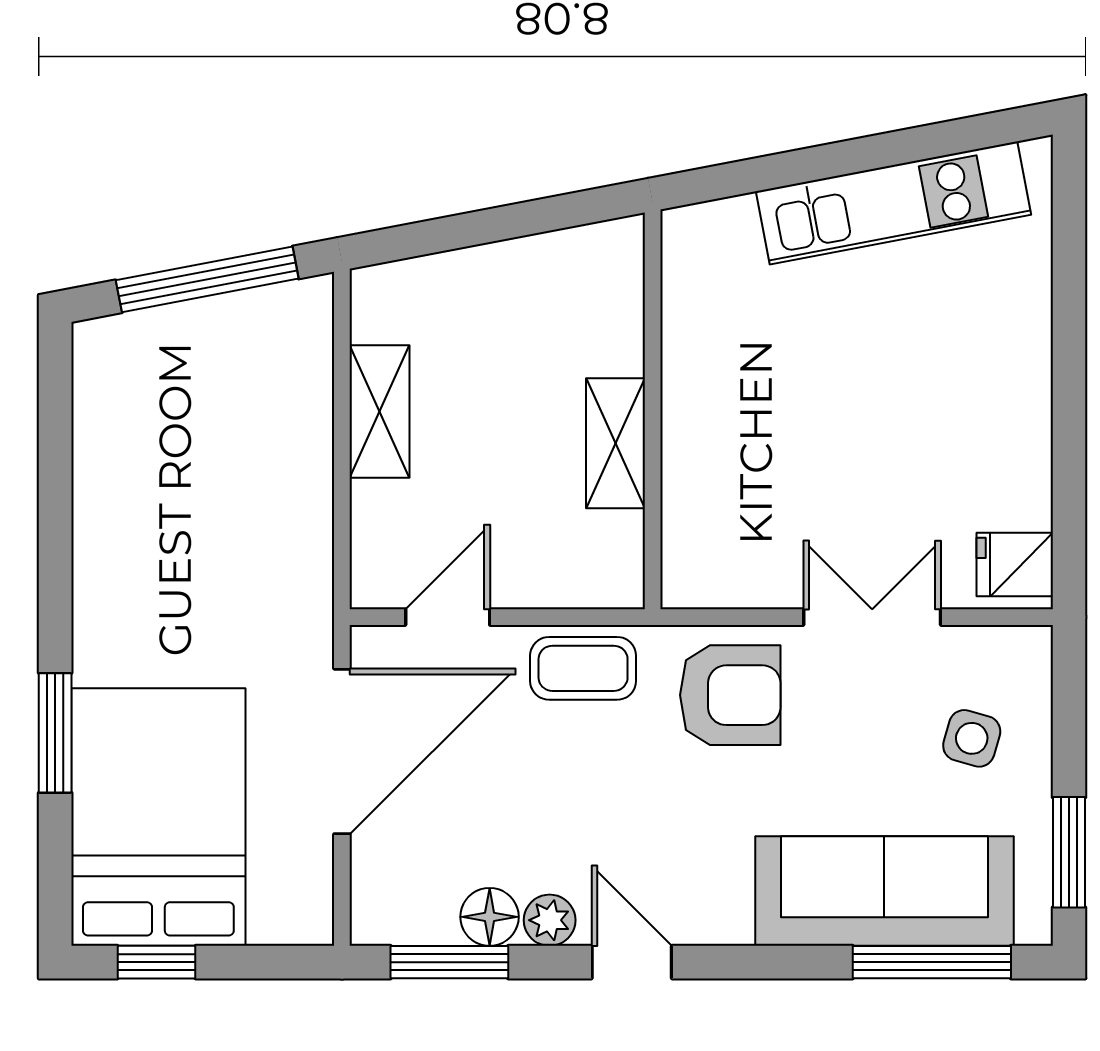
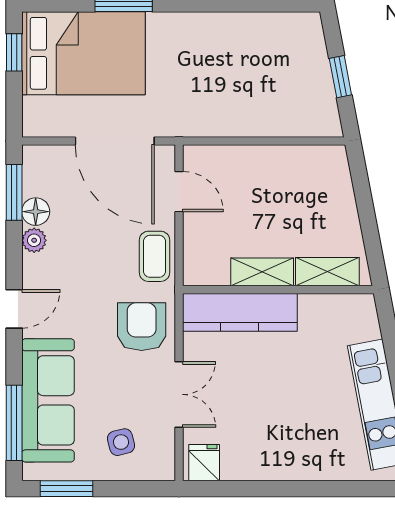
window: (207, 279) -> (340, 77), width x0.46
shelving: (380, 412) -> (327, 272), moved
kitchen counter: (700, 490) -> (240, 312), added
armchair: (730, 695) -> (142, 327), turned 180
side table: (972, 738) -> (121, 442), turned -30
door: (632, 962) -> (14, 309), moved

